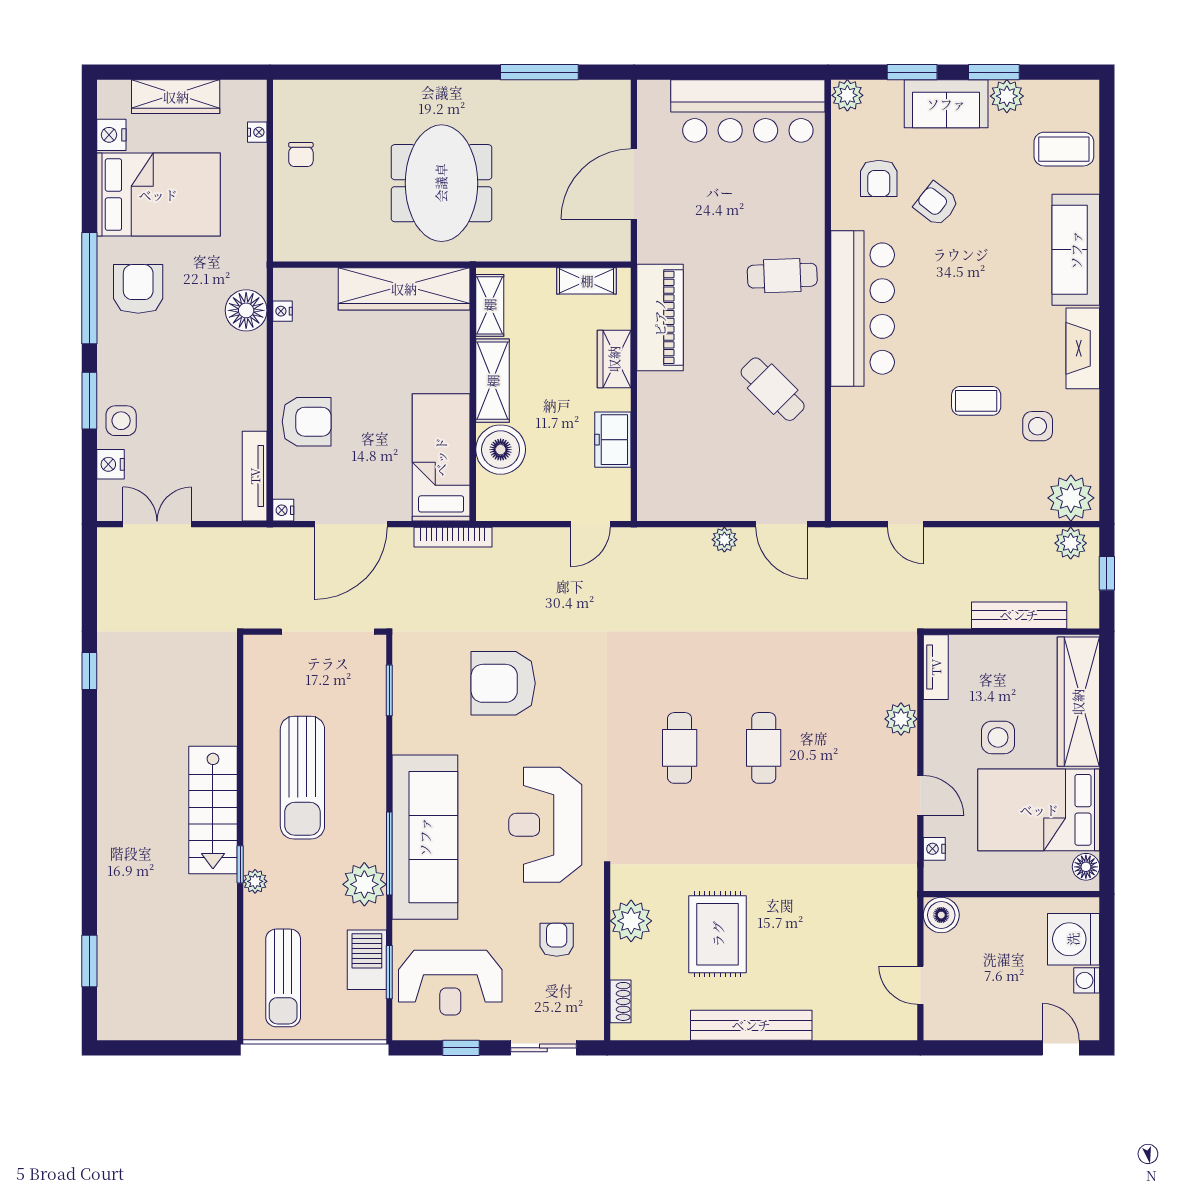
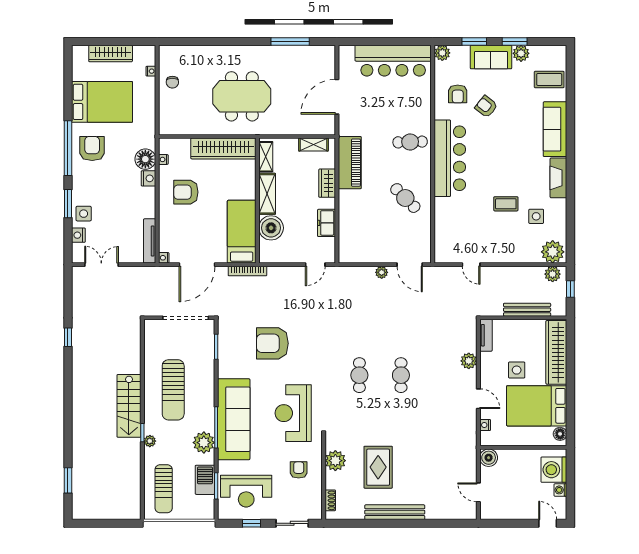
nightstand: (111, 135) -> (148, 178), moved, turned 180
meeting table: (441, 183) -> (242, 96), turned 90
armchair: (307, 422) -> (186, 192), moved, turned 180

